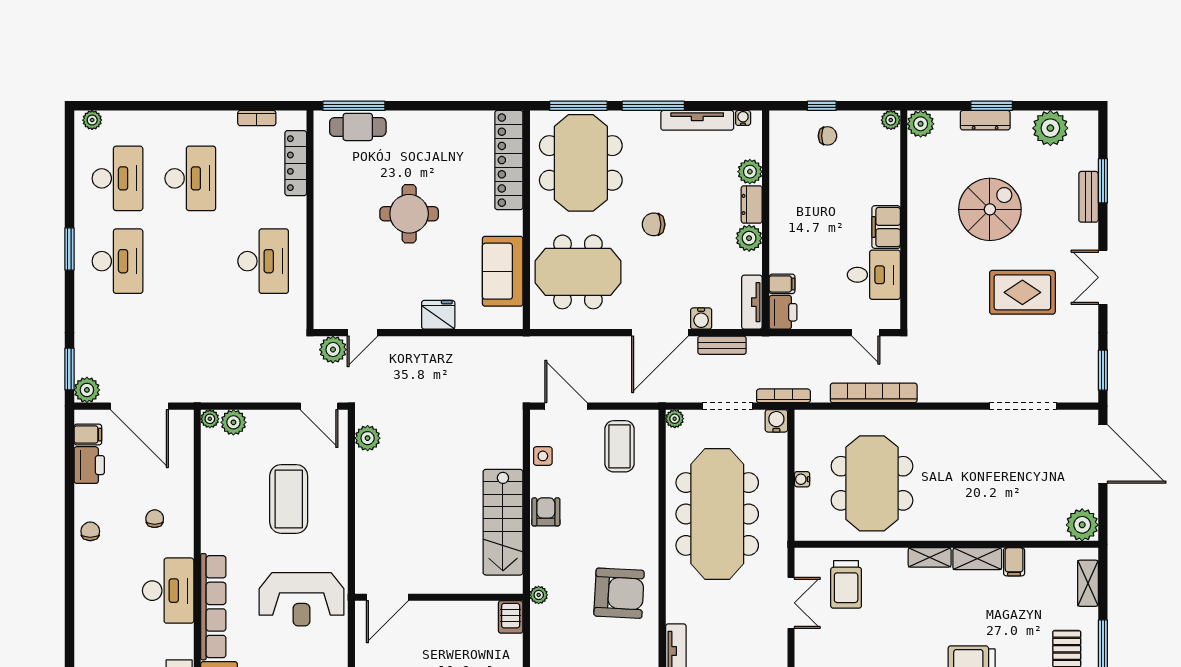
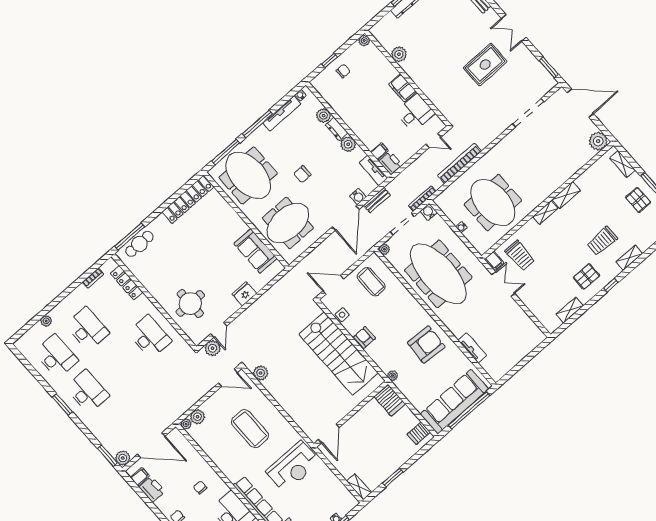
plant: (92, 120) -> (46, 321), moved
plant: (921, 124) -> (399, 54), moved
locker: (509, 160) -> (188, 199), moved, turned -90
spiral stairs: (990, 209) -> (440, 41), removed
round table: (409, 214) -> (190, 304), moved
stairs: (503, 522) -> (339, 354), width x1.36, depth x1.51
filing cabinet: (1014, 562) -> (494, 261), moved
server rack: (511, 617) -> (390, 400), width x1.36, depth x1.44

